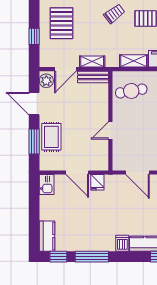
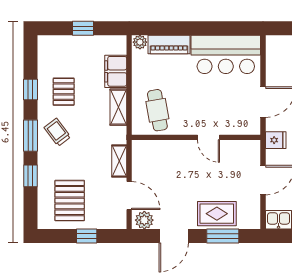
pallet: (61, 23) -> (70, 201), turned 90
bench: (93, 77) -> (139, 160), removed
fridge: (97, 182) -> (276, 140), moved

